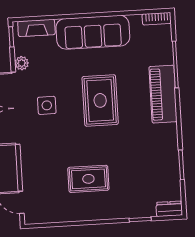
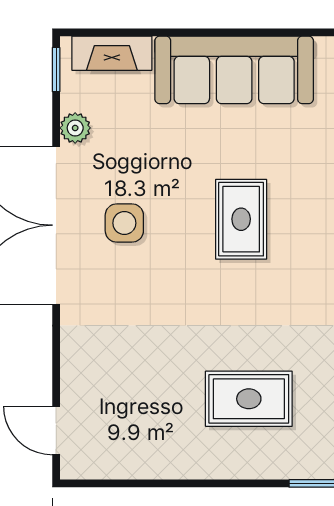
rug: (100, 100) -> (241, 219), width x0.73, depth x0.70
rug: (88, 179) -> (249, 399), moved

